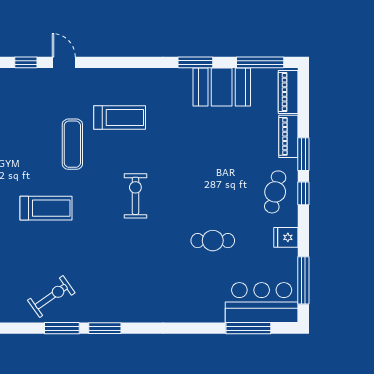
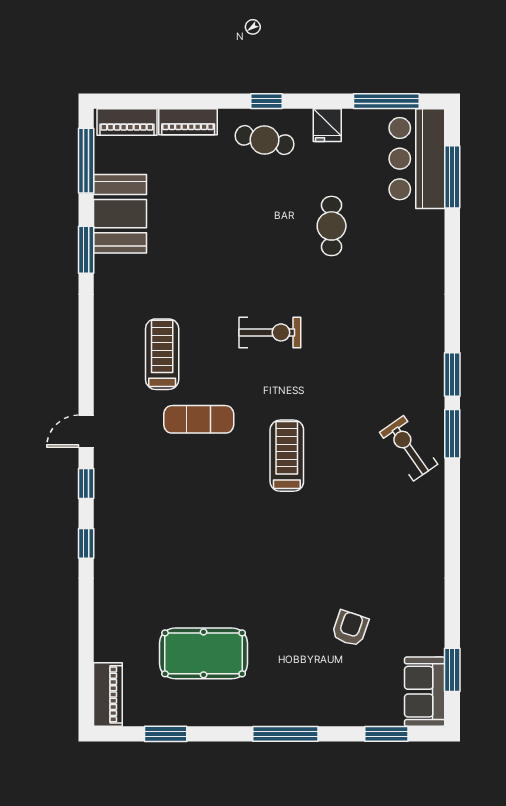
window: (303, 154) -> (212, 101), removed
exercise bike: (135, 196) -> (270, 332), turned 180

